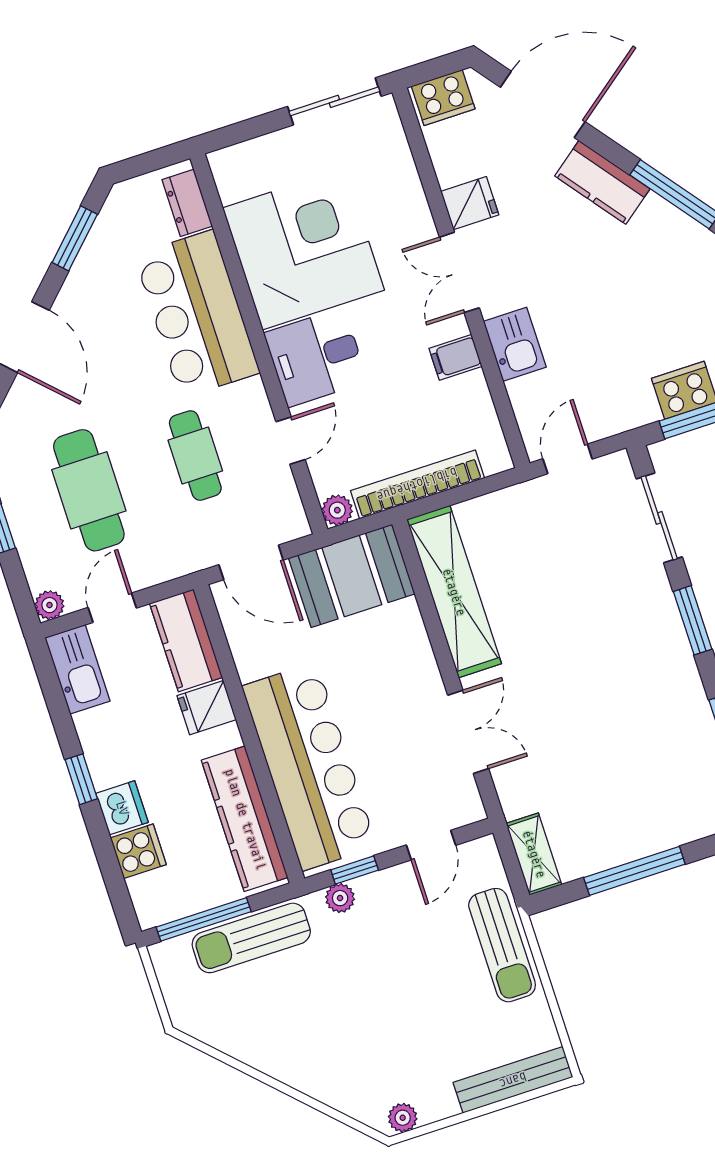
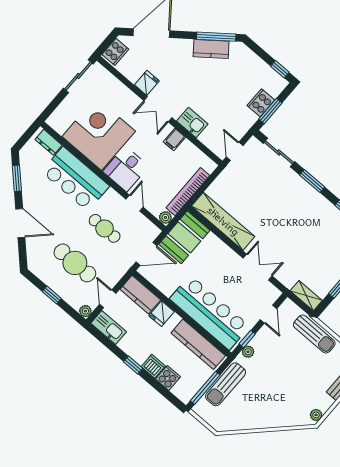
kitchen counter: (602, 182) -> (211, 49), moved

